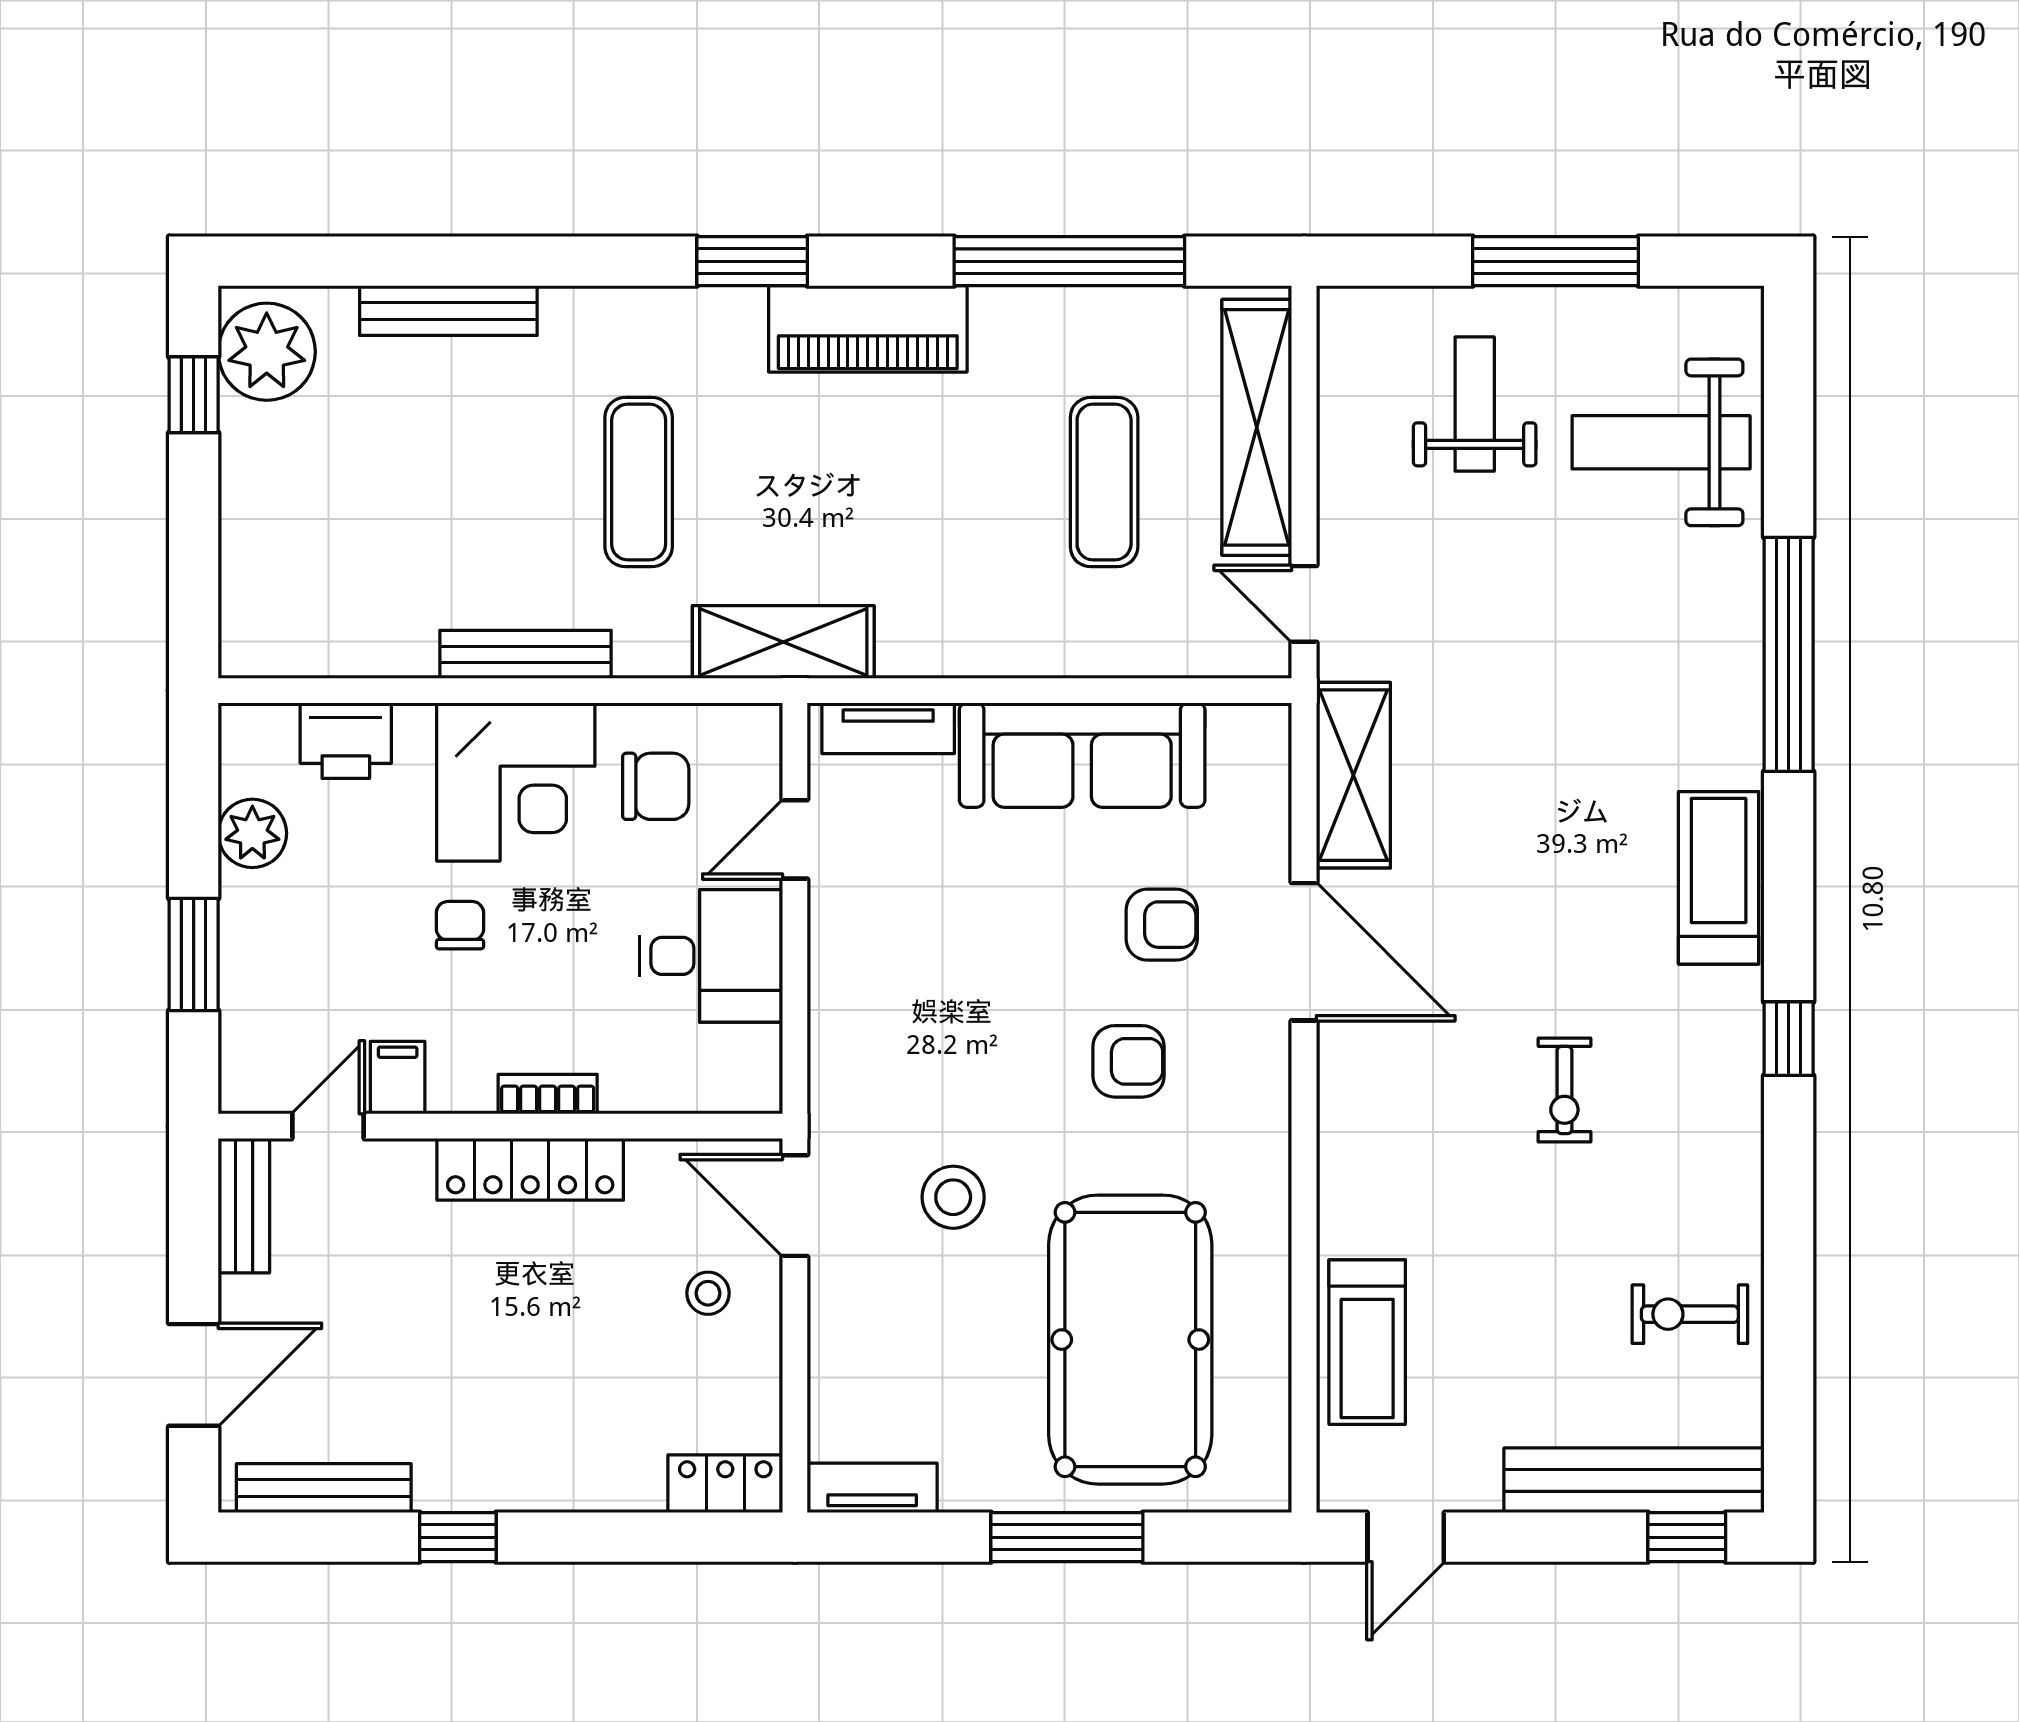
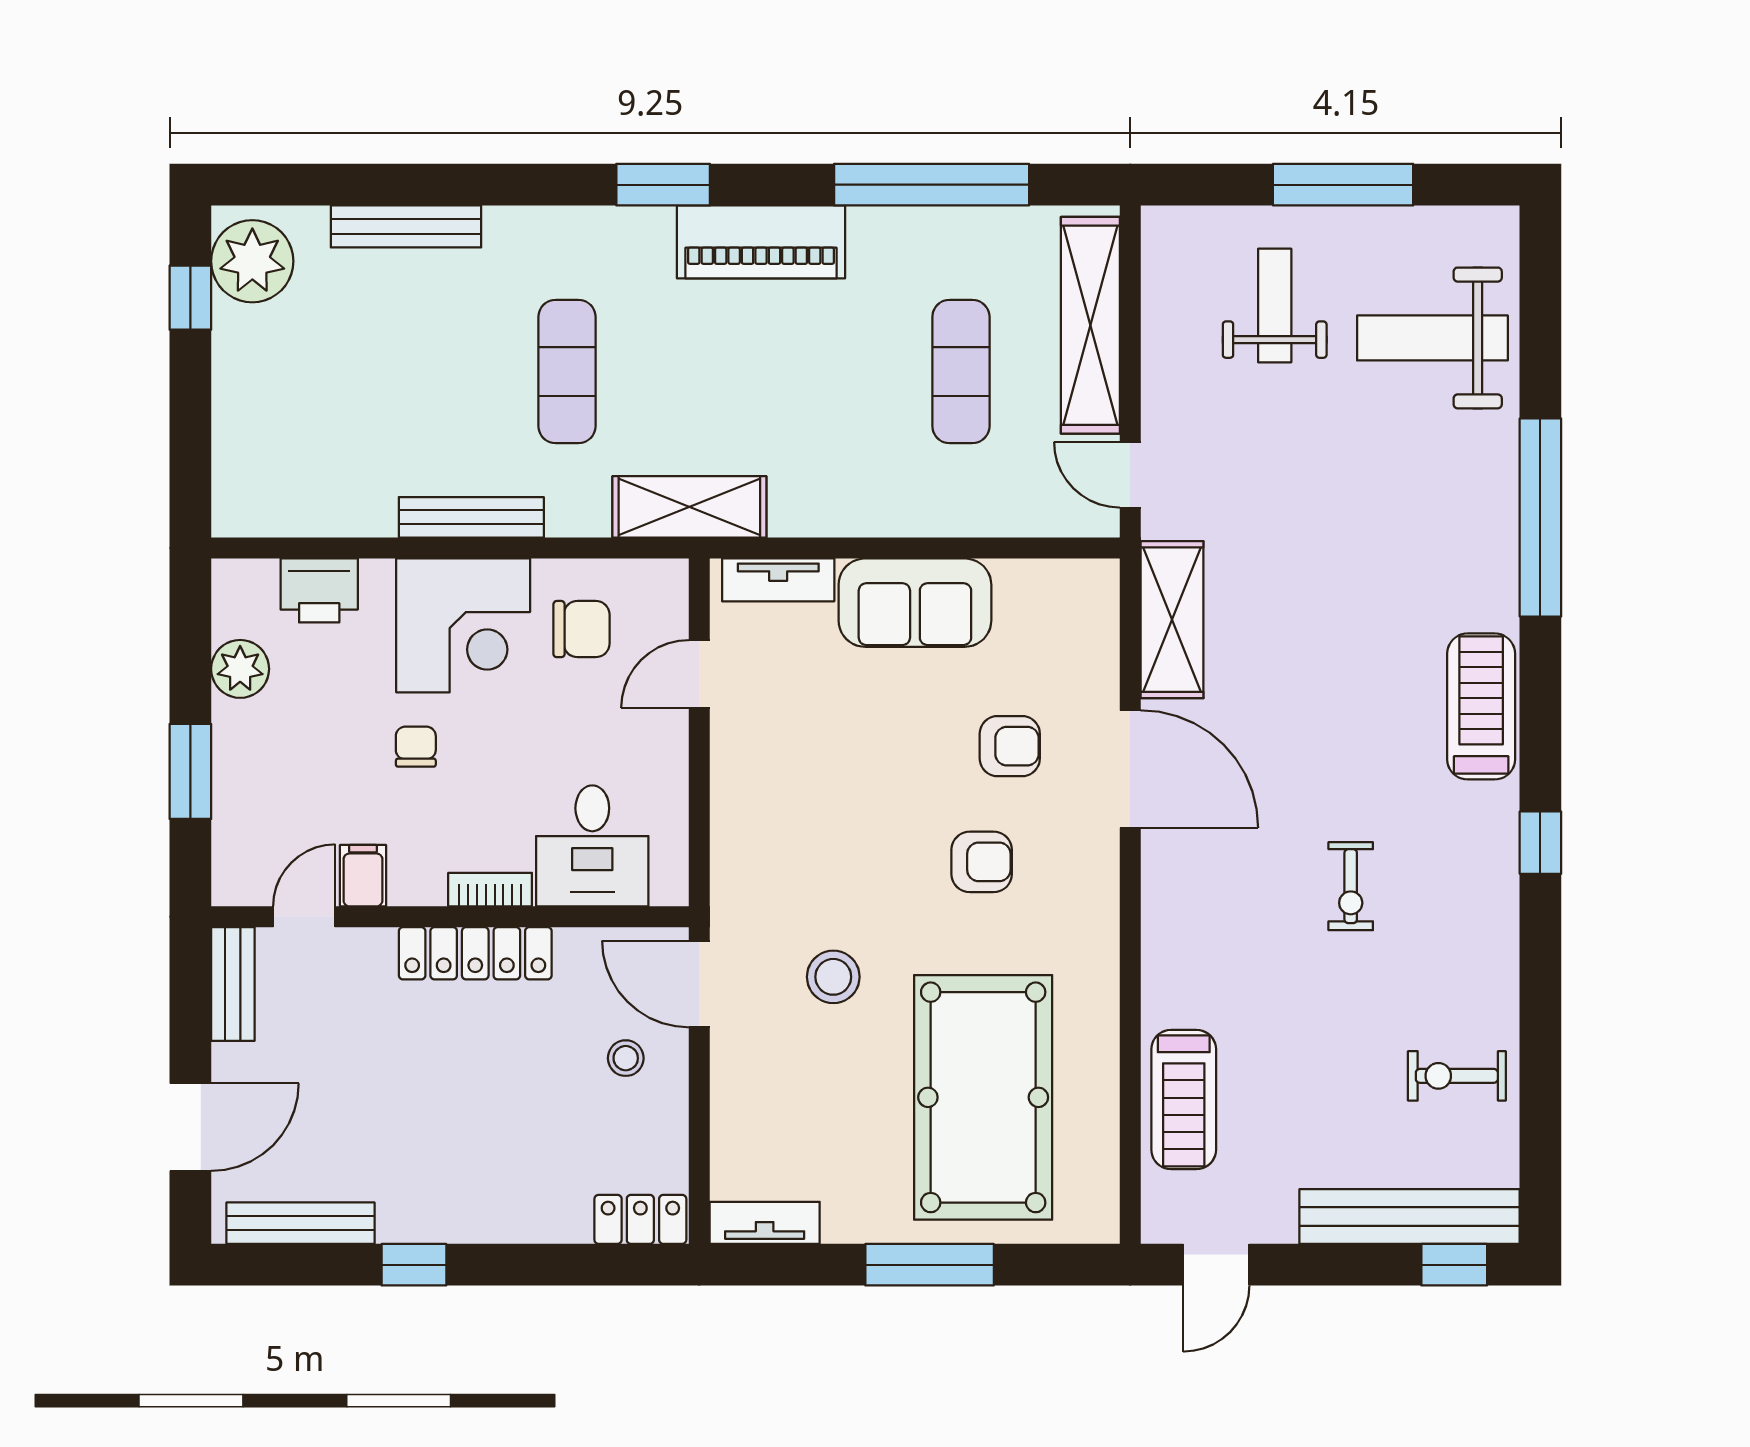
sofa: (1082, 755) -> (915, 603), width x0.73
desk: (711, 956) -> (592, 846), moved, turned 90

